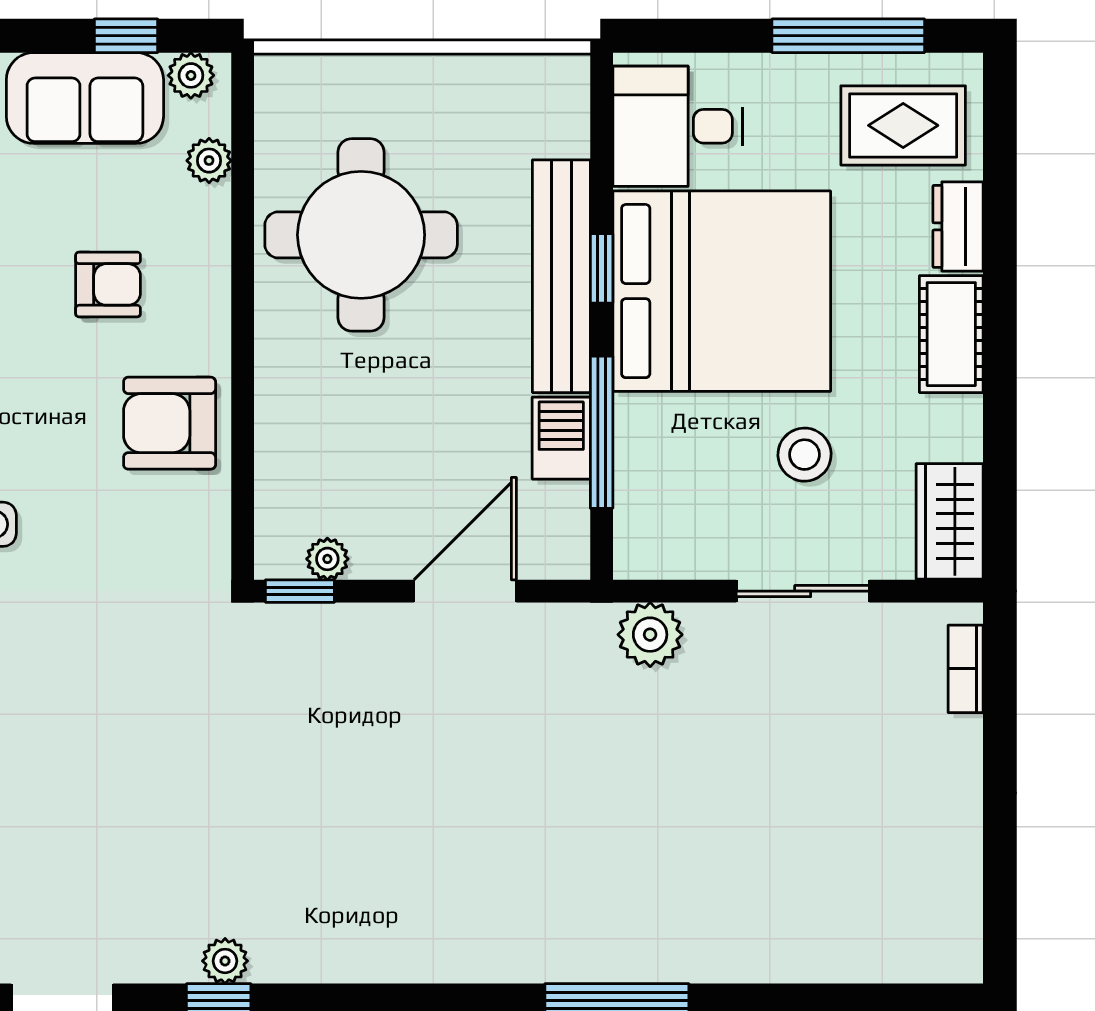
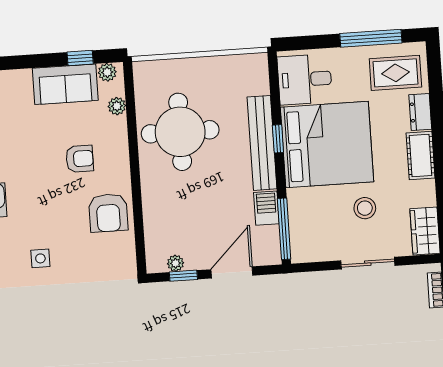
armchair: (170, 423) -> (108, 213), turned -90
window: (602, 432) -> (284, 229), moved
window: (300, 591) -> (183, 276), moved
plant: (650, 635) -> (308, 285), removed

